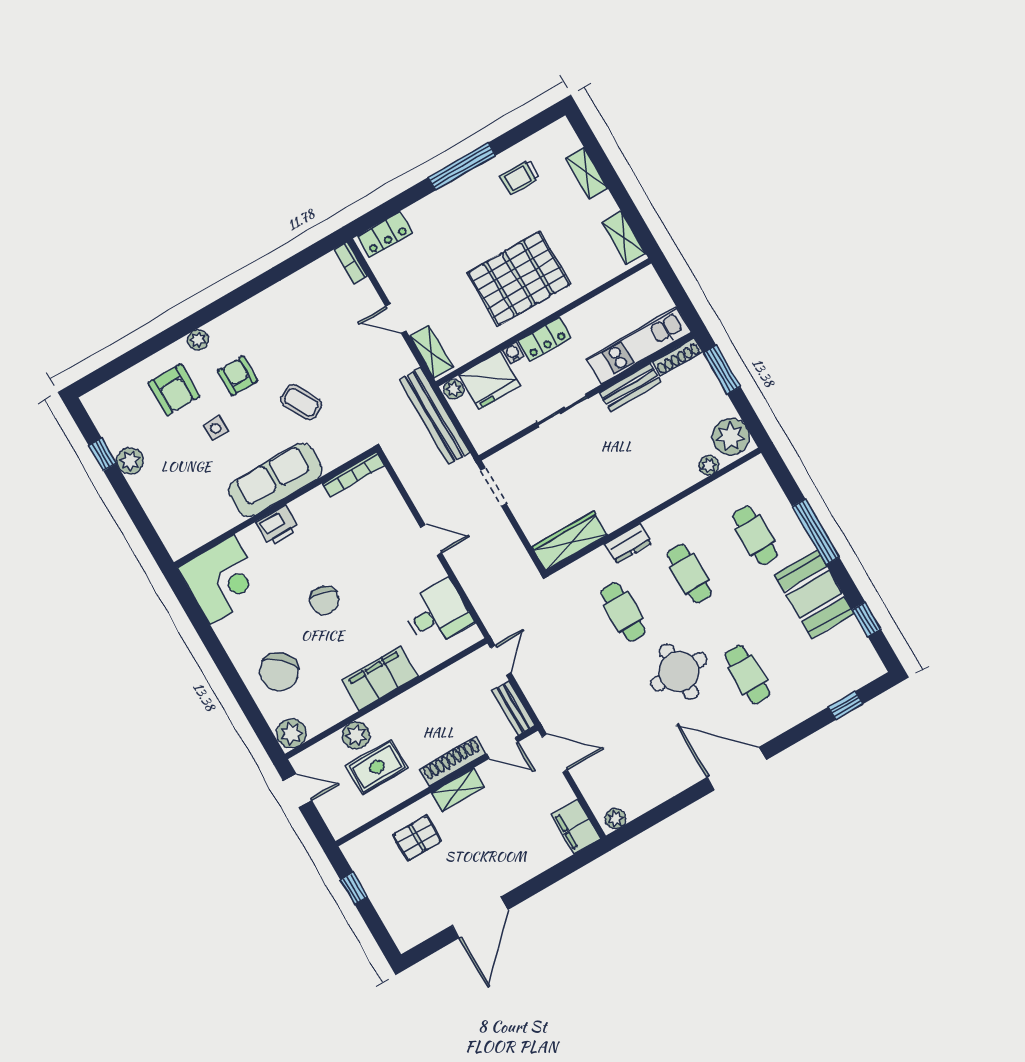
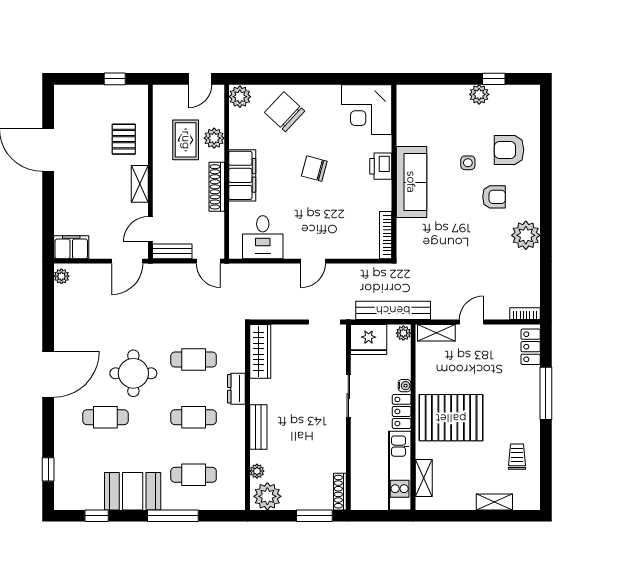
window: (462, 166) -> (546, 393), moved
shelving: (624, 238) -> (424, 478), moved, turned 90
pallet: (519, 278) -> (451, 418), turned 90
plant: (198, 340) -> (526, 235), moved, width x1.88, depth x1.88
kitchen unit: (639, 346) -> (400, 471), moved, turned 180
fridge: (490, 380) -> (369, 340), moved, turned -90
bench: (630, 387) -> (258, 427), moved
coffee table: (301, 402) -> (453, 228), removed
shoe rack: (453, 762) -> (217, 187), moved, turned 180

